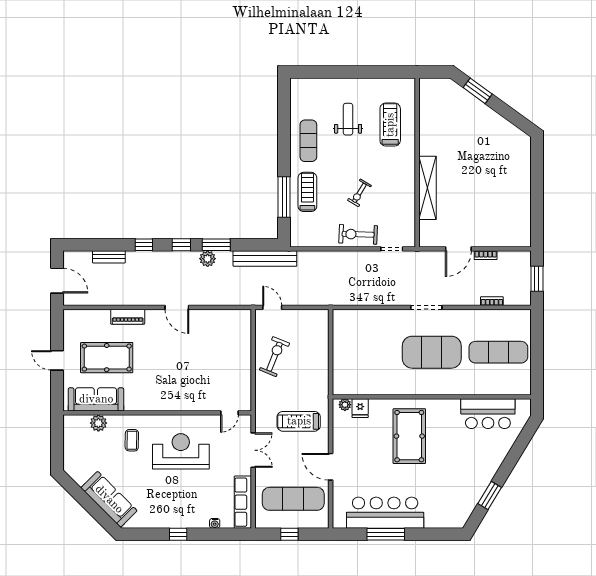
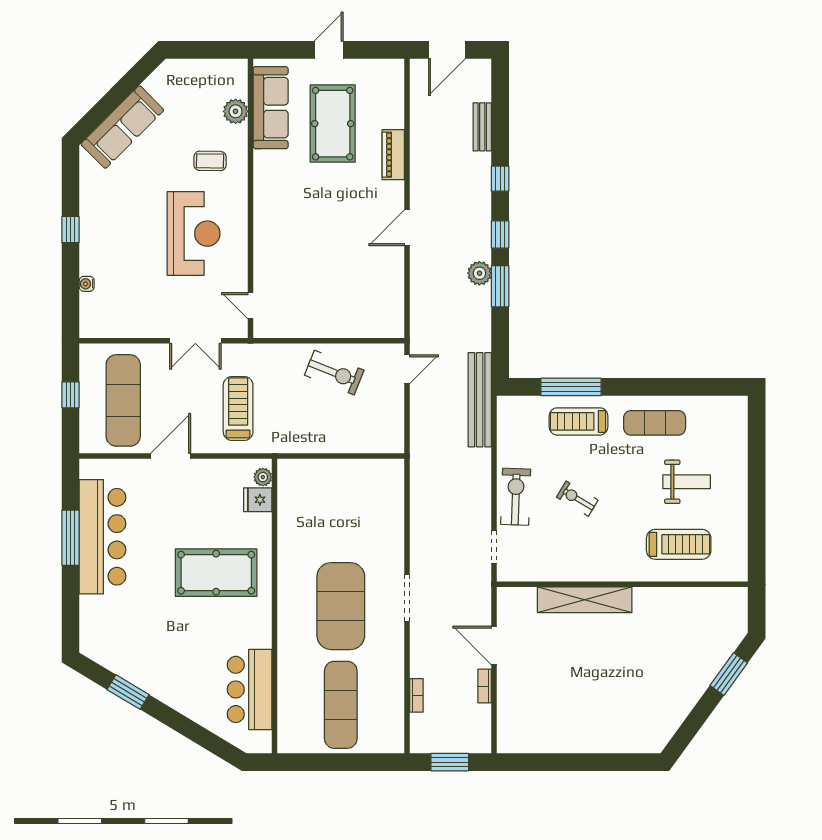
treadmill: (307, 192) -> (579, 421), turned 180
bench: (265, 259) -> (480, 400), moved
row of seats: (243, 502) -> (118, 326), removed

